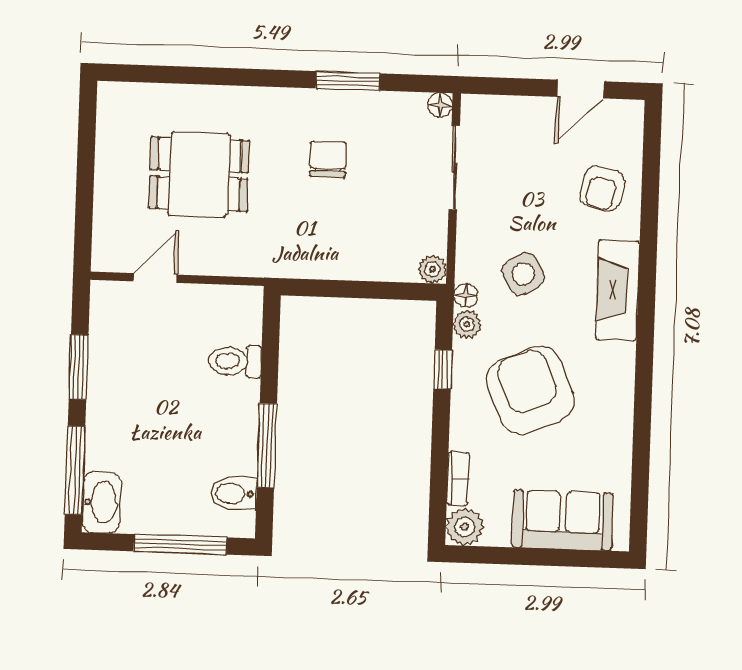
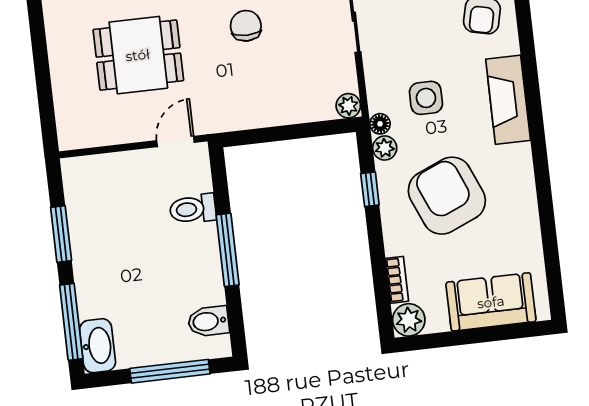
side table: (523, 274) -> (426, 98), turned 31
door: (155, 278) -> (175, 142), moved
window: (267, 446) -> (228, 250), moved

